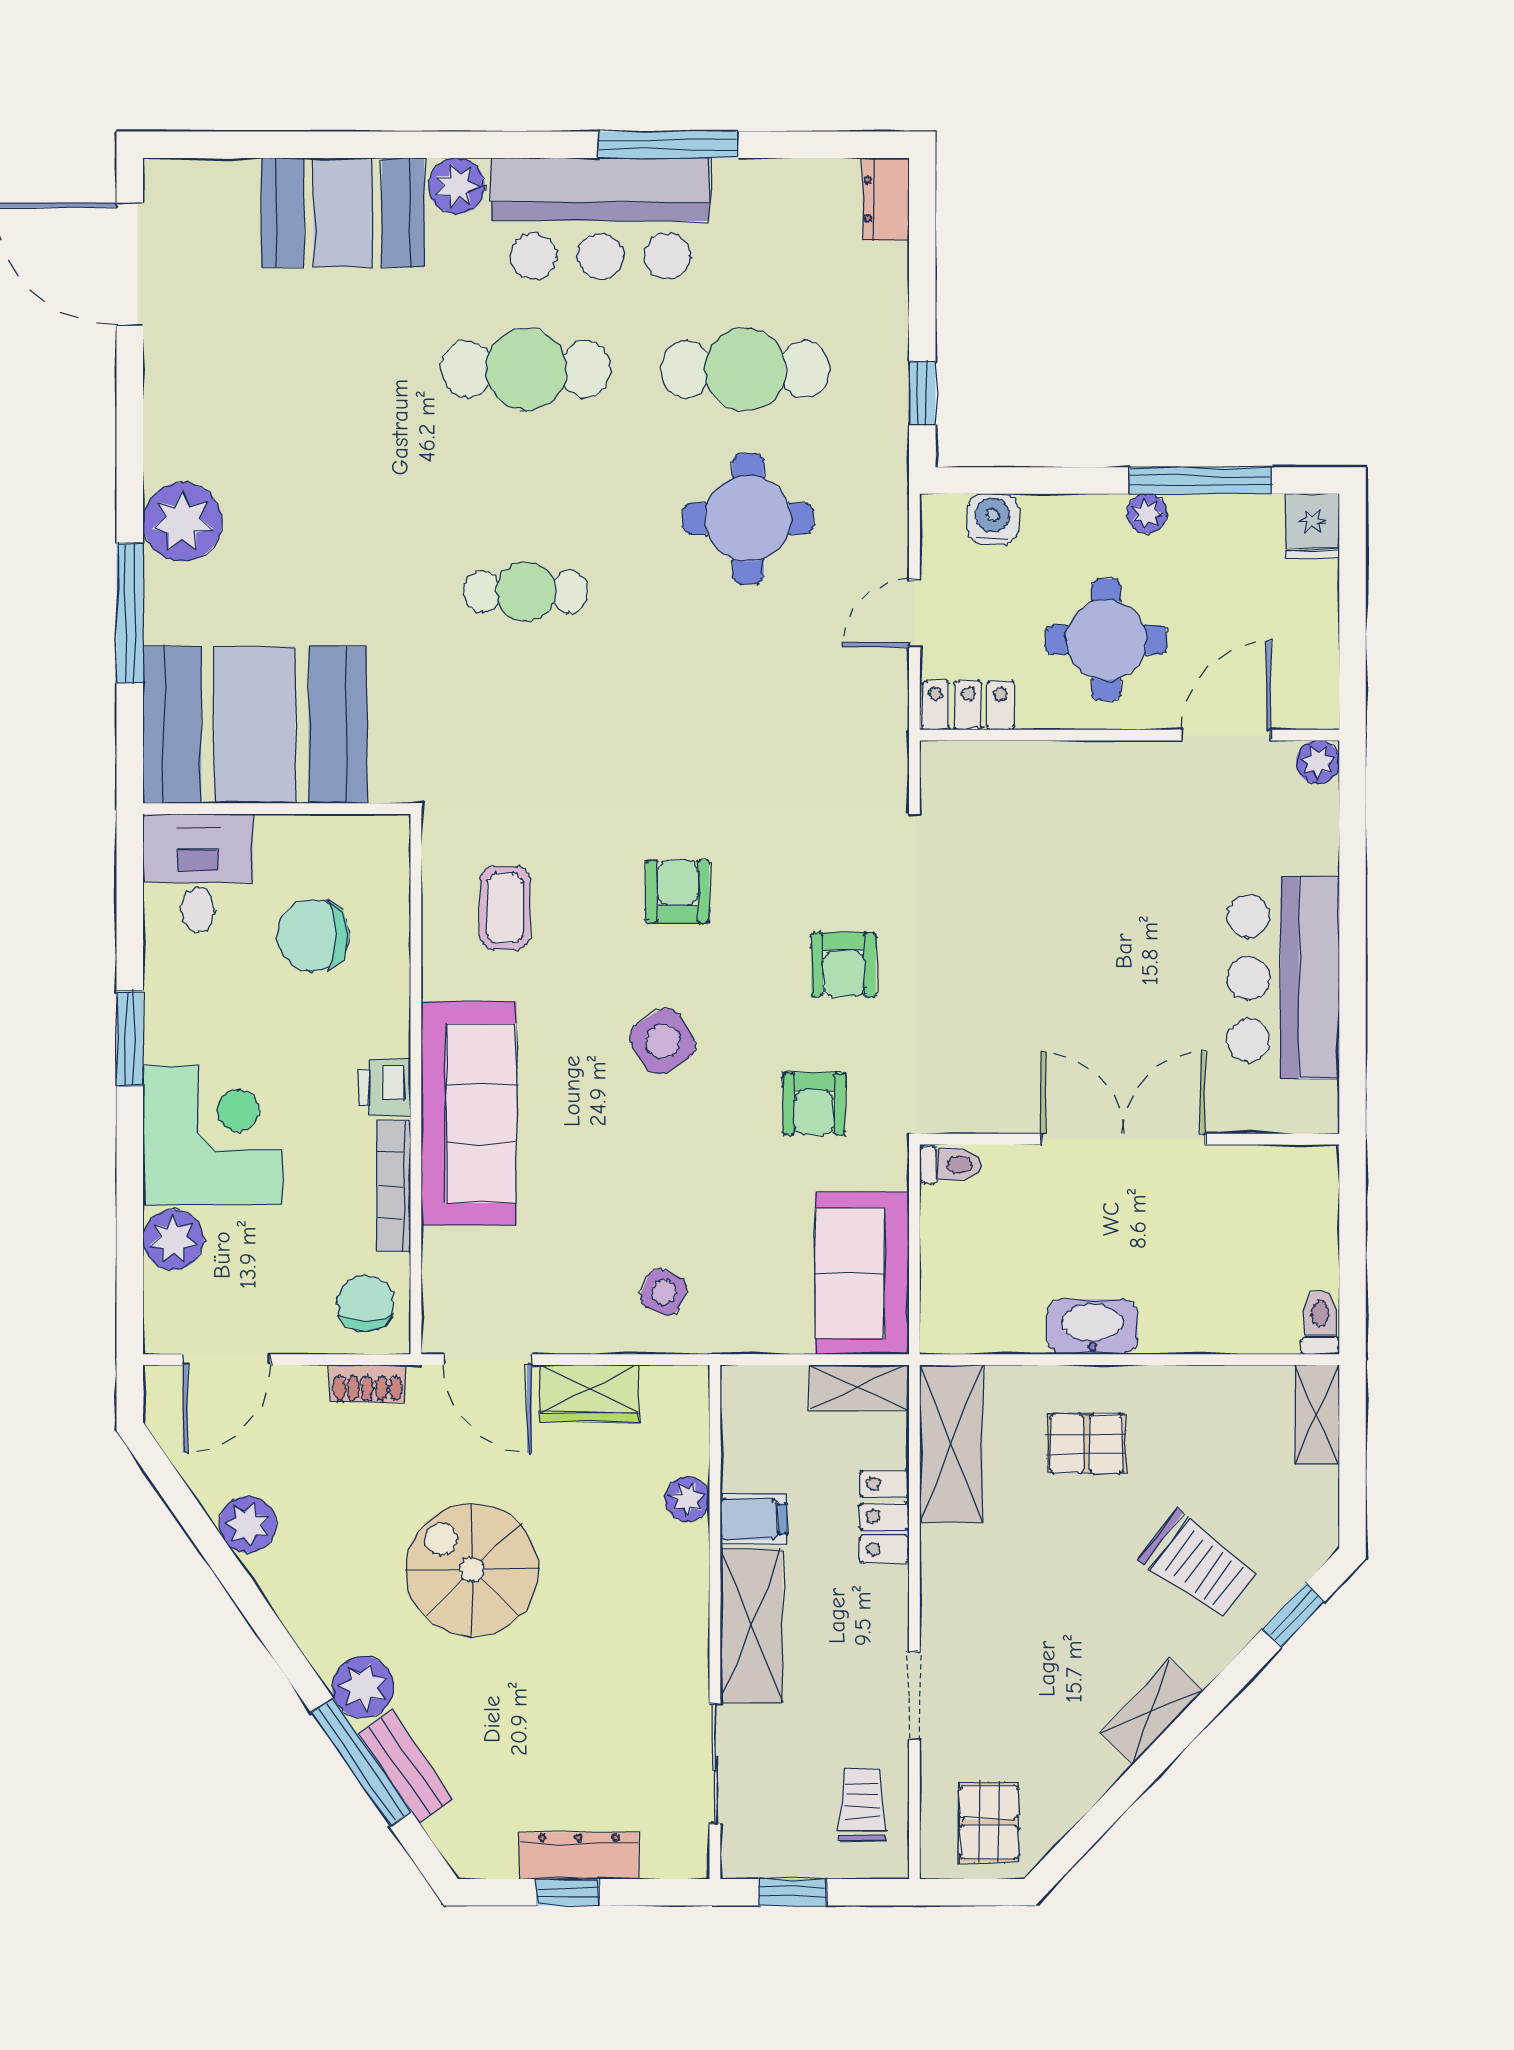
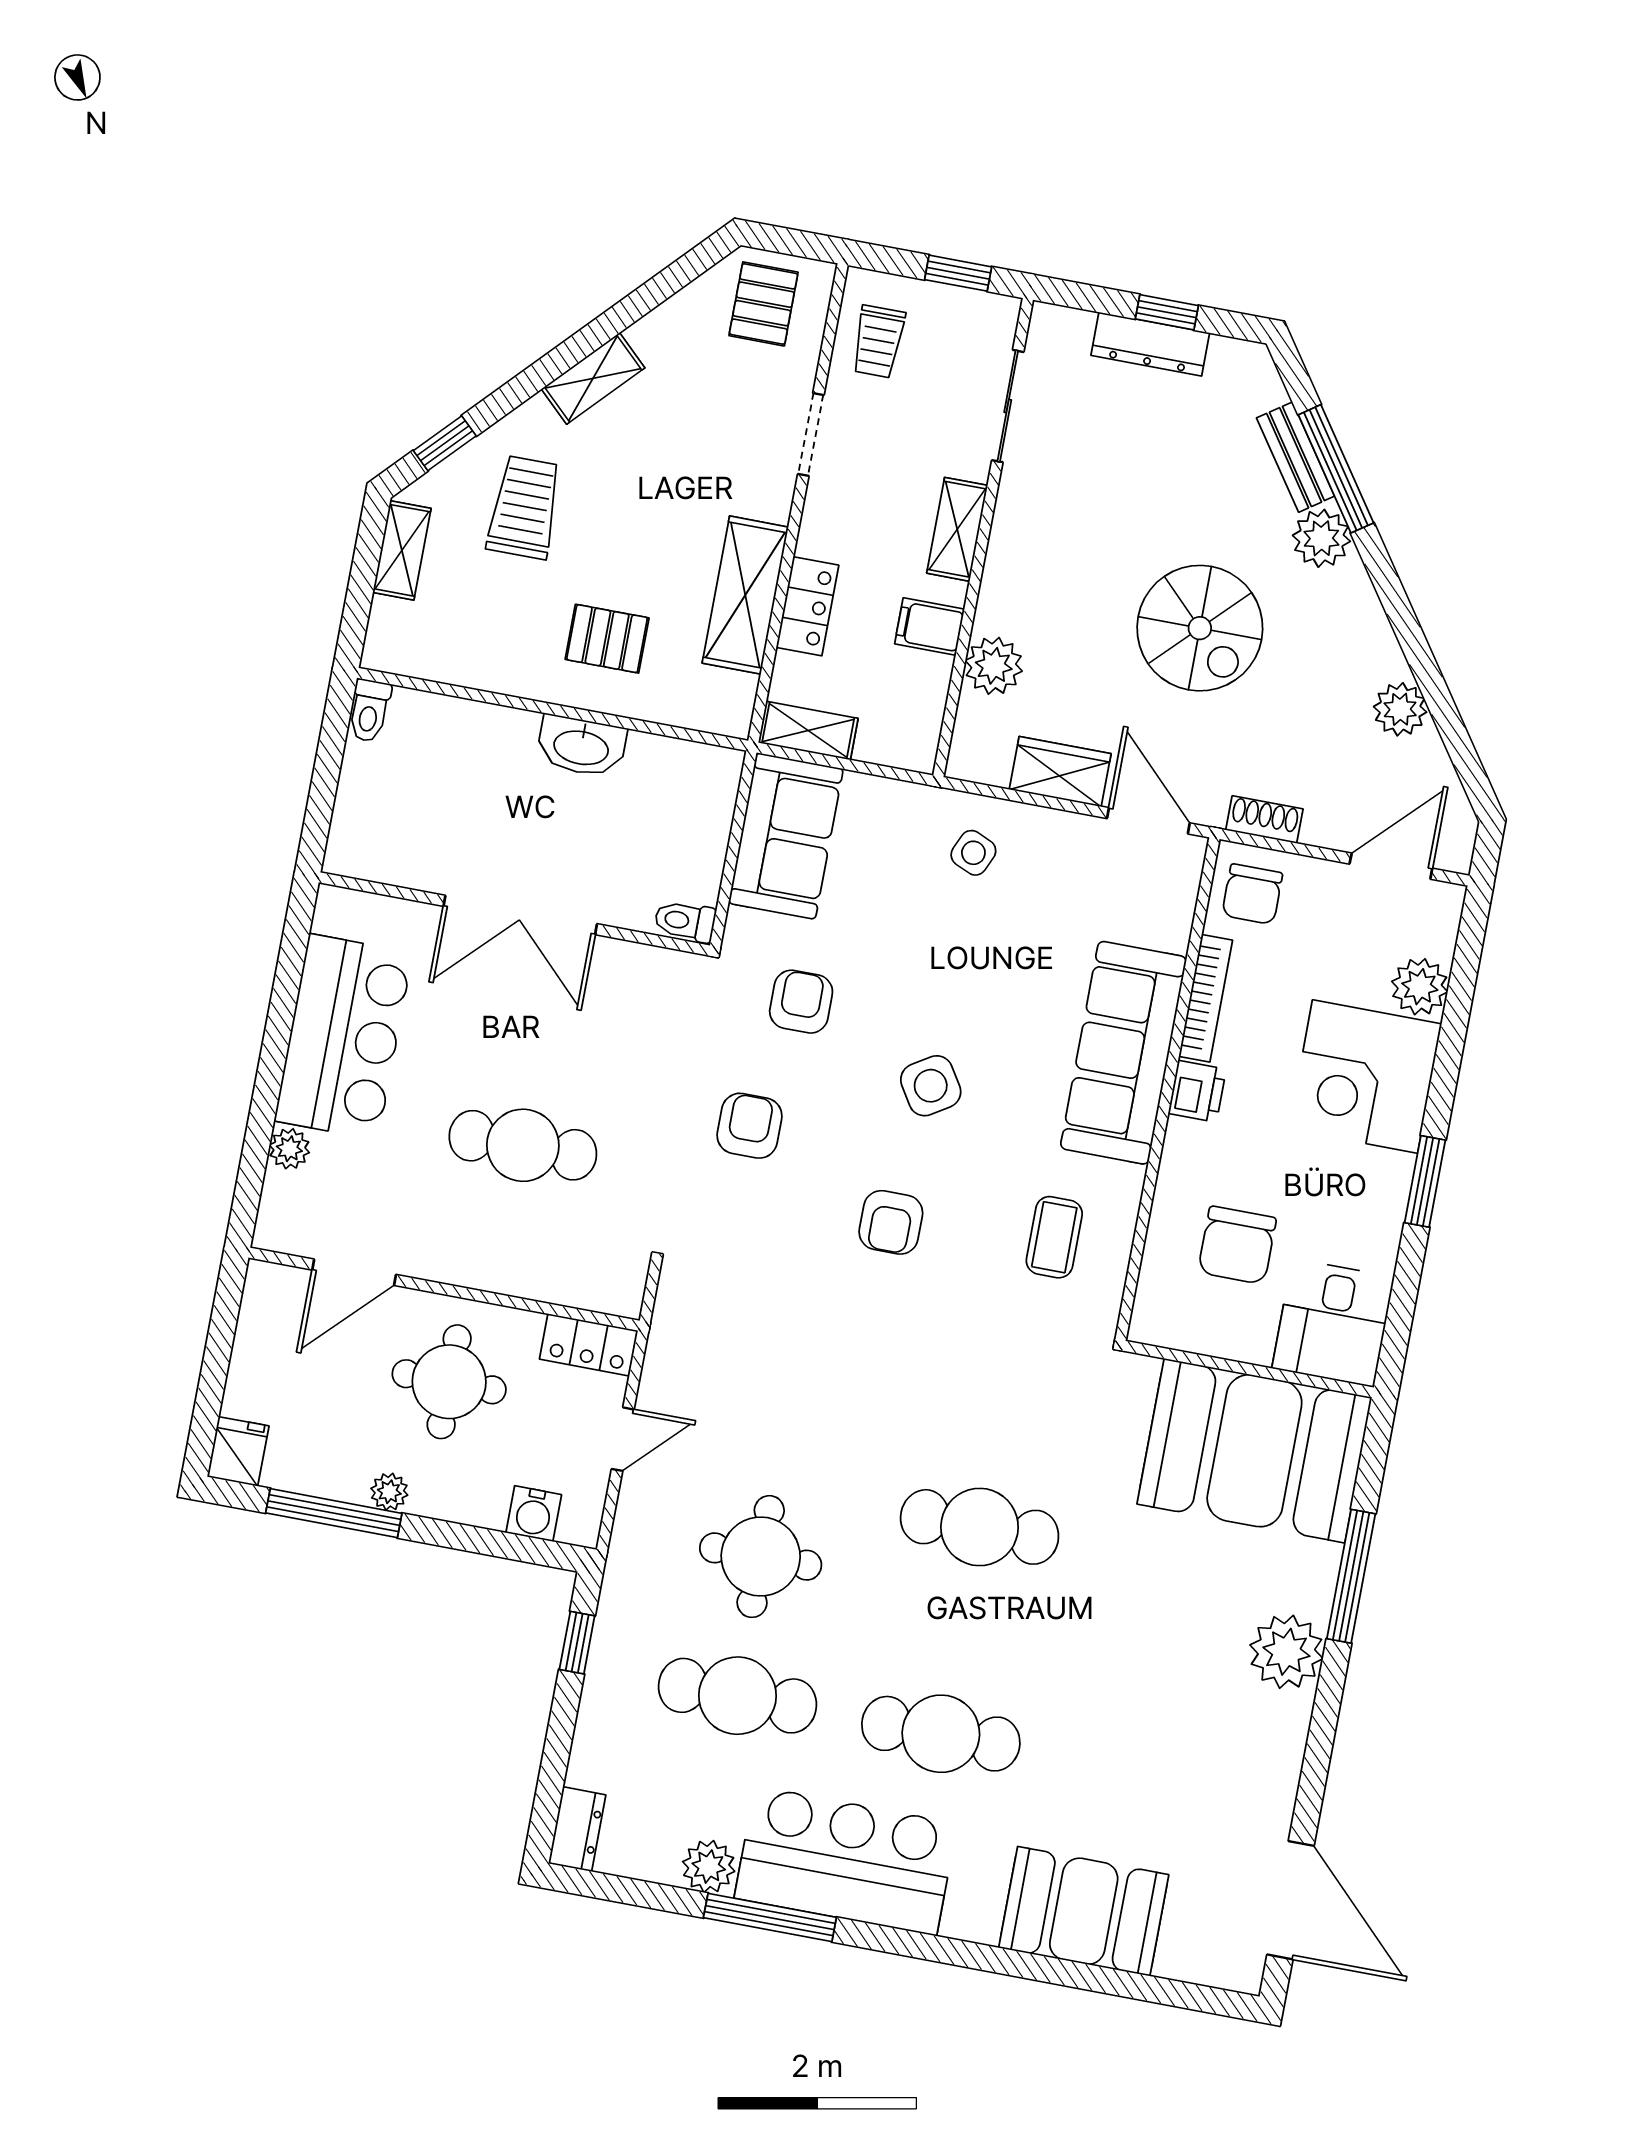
plant: (457, 186) -> (709, 1866), moved
cafe table: (526, 592) -> (980, 1527), width x1.37, depth x1.35
plant: (1318, 762) -> (289, 1149), moved
cafe table: (1075, 900) -> (523, 1145), added
chair: (313, 935) -> (1237, 1245), turned 90
shelving: (1317, 1414) -> (402, 550), moved
shelving: (951, 1444) -> (745, 595), moved
plant: (687, 1499) -> (994, 666), width x1.38, depth x1.38
trolley: (1198, 1564) -> (525, 507), turned 53
shelving: (751, 1626) -> (957, 529), width x0.67, depth x0.75

